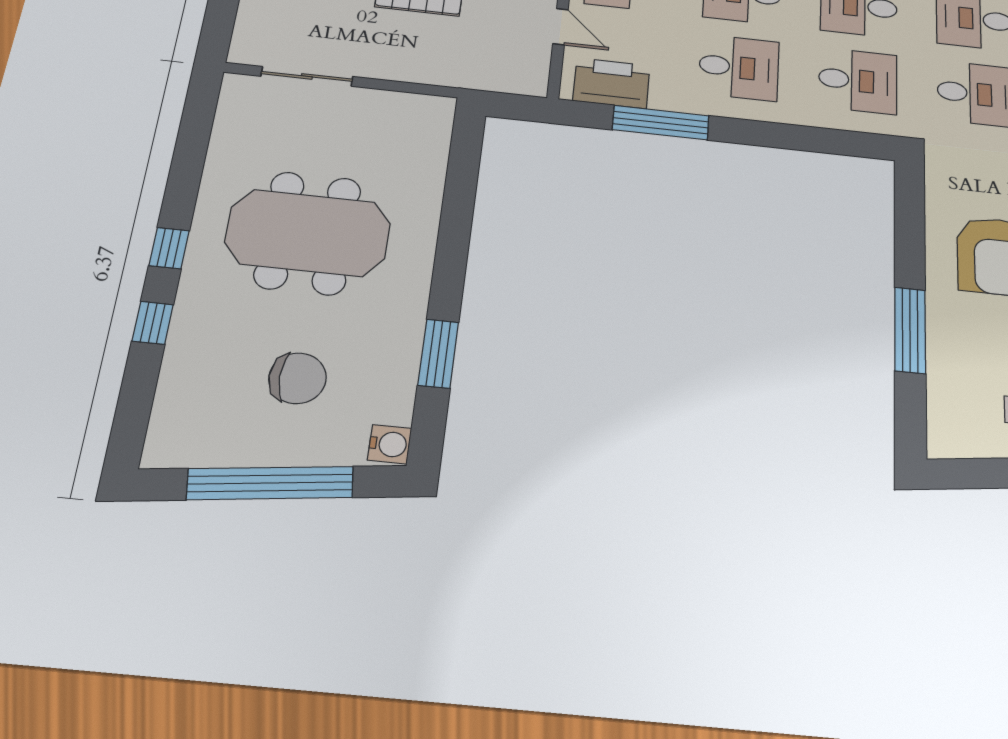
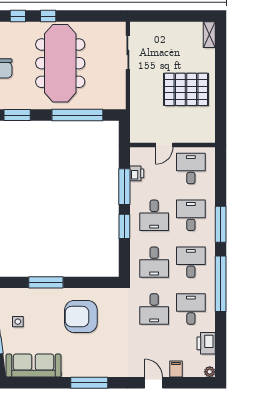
printer: (611, 83) -> (137, 173), width x0.53, depth x0.68
window: (764, 134) -> (124, 226), added
window: (458, 208) -> (77, 115), added
meeting table: (308, 233) -> (60, 63), width x1.36

